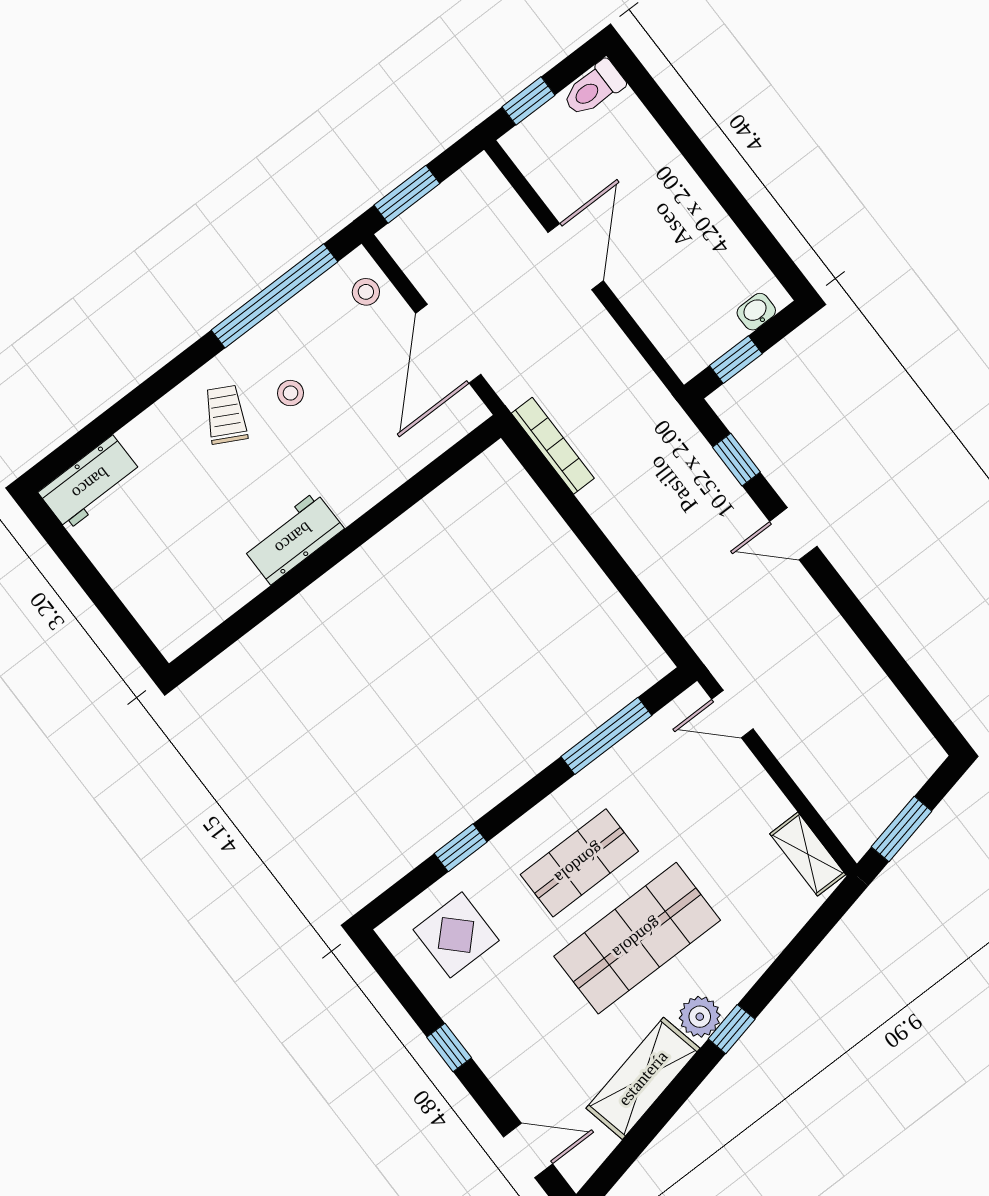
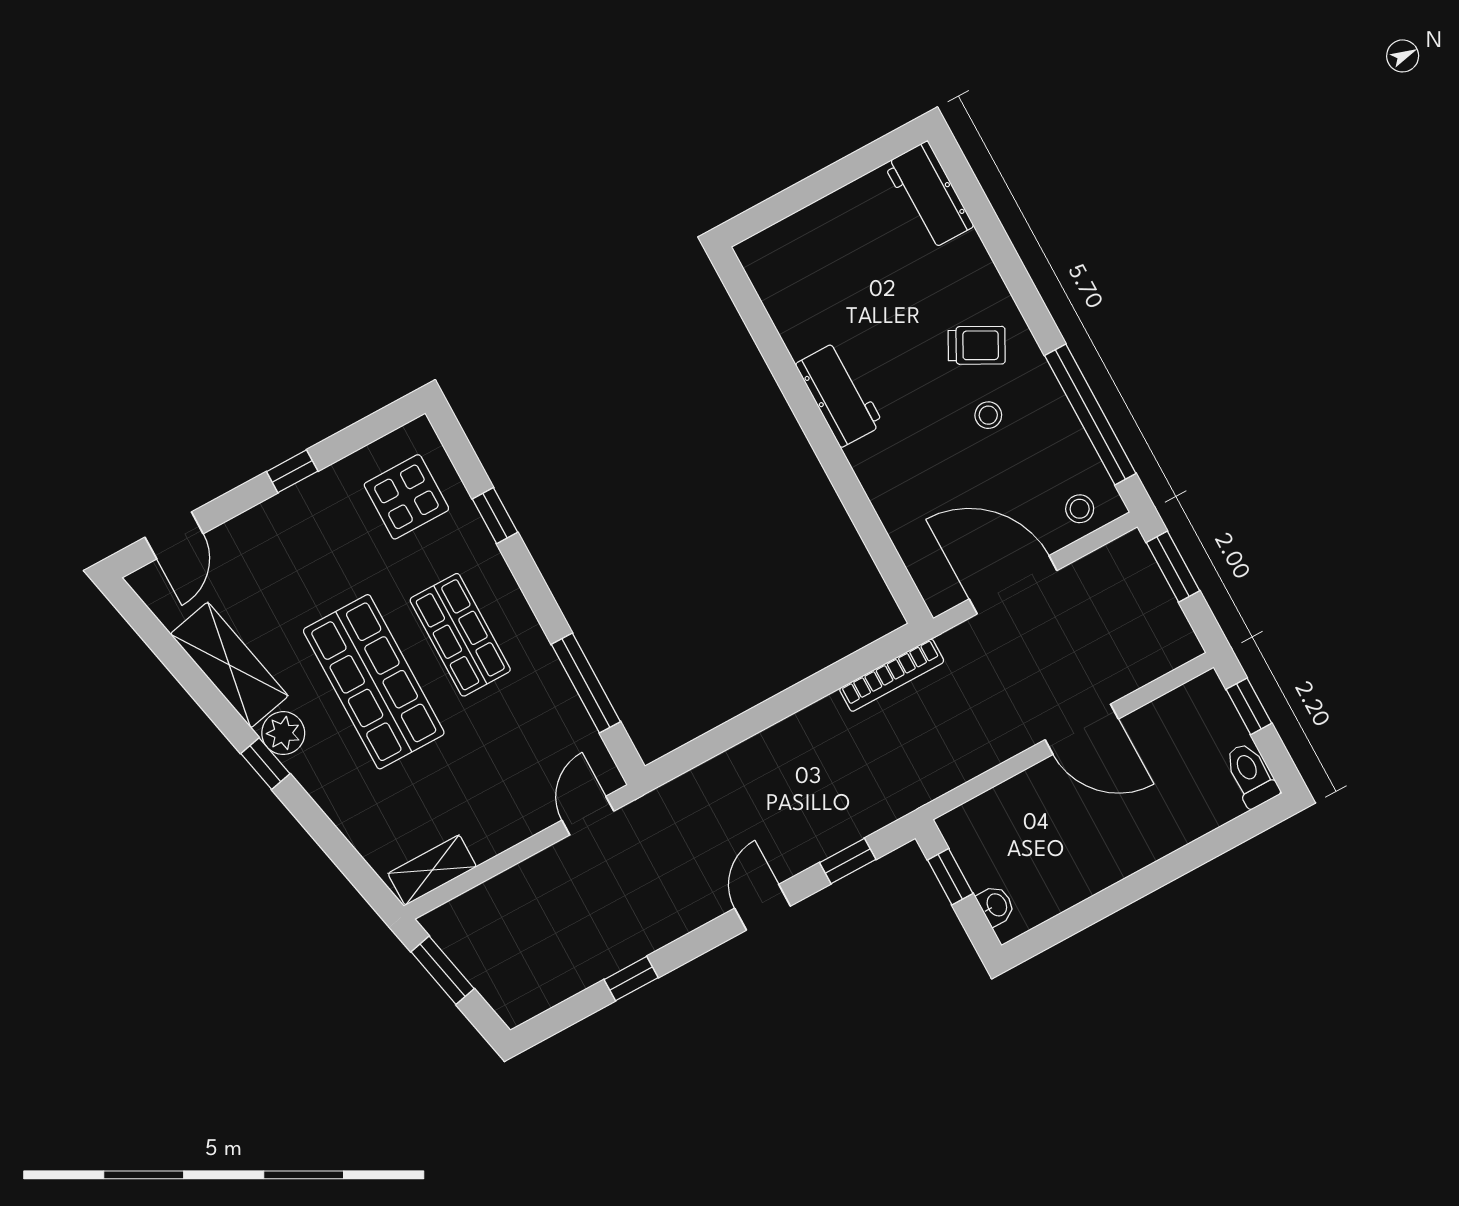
window: (881, 648) -> (631, 979), added

